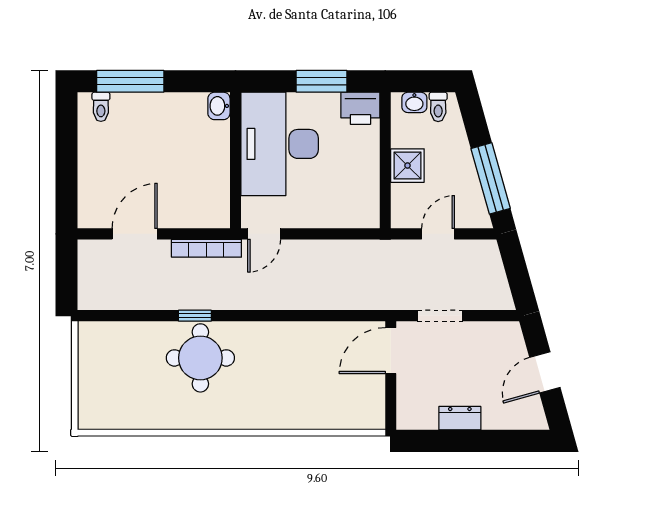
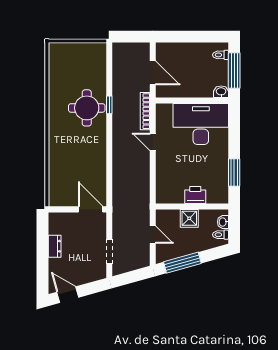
washbasin: (219, 106) -> (221, 92), moved
printer: (360, 108) -> (195, 195), moved, turned 90
desk: (280, 144) -> (201, 124), moved
wall: (235, 160) -> (192, 101), moved
doorway: (440, 316) -> (109, 252), moved
door: (545, 372) -> (68, 295), moved

